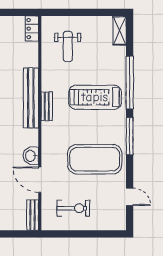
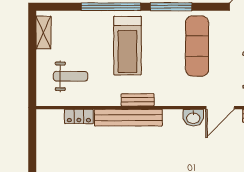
locker: (32, 29) -> (79, 116), moved
shelving: (120, 30) -> (44, 32), moved, turned 90
exercise mat: (95, 159) -> (197, 46), width x0.68

